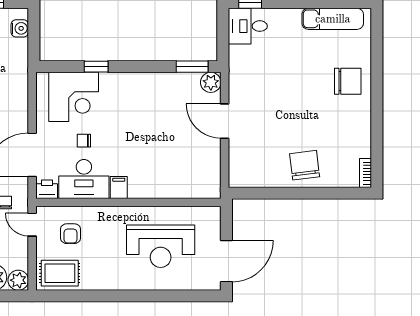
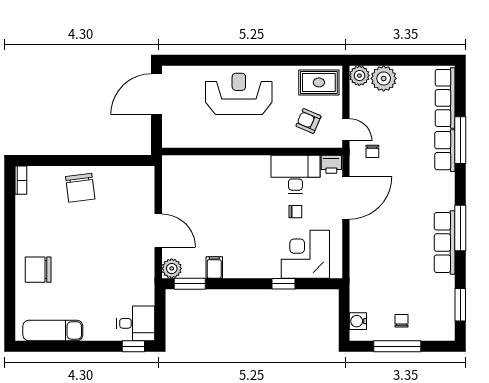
filing cabinet: (119, 188) -> (214, 267), moved, turned 180
armchair: (71, 234) -> (308, 121), turned -67
reception desk: (161, 246) -> (239, 94), moved

